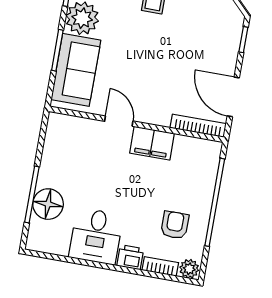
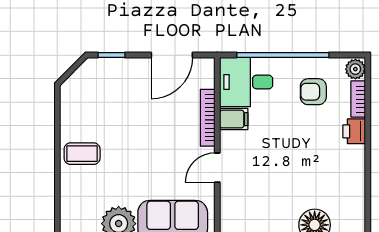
bookcase: (198, 126) -> (208, 118), moved
filing cabinet: (152, 143) -> (234, 119), width x0.50
desk: (96, 236) -> (246, 82), moved, turned 180

